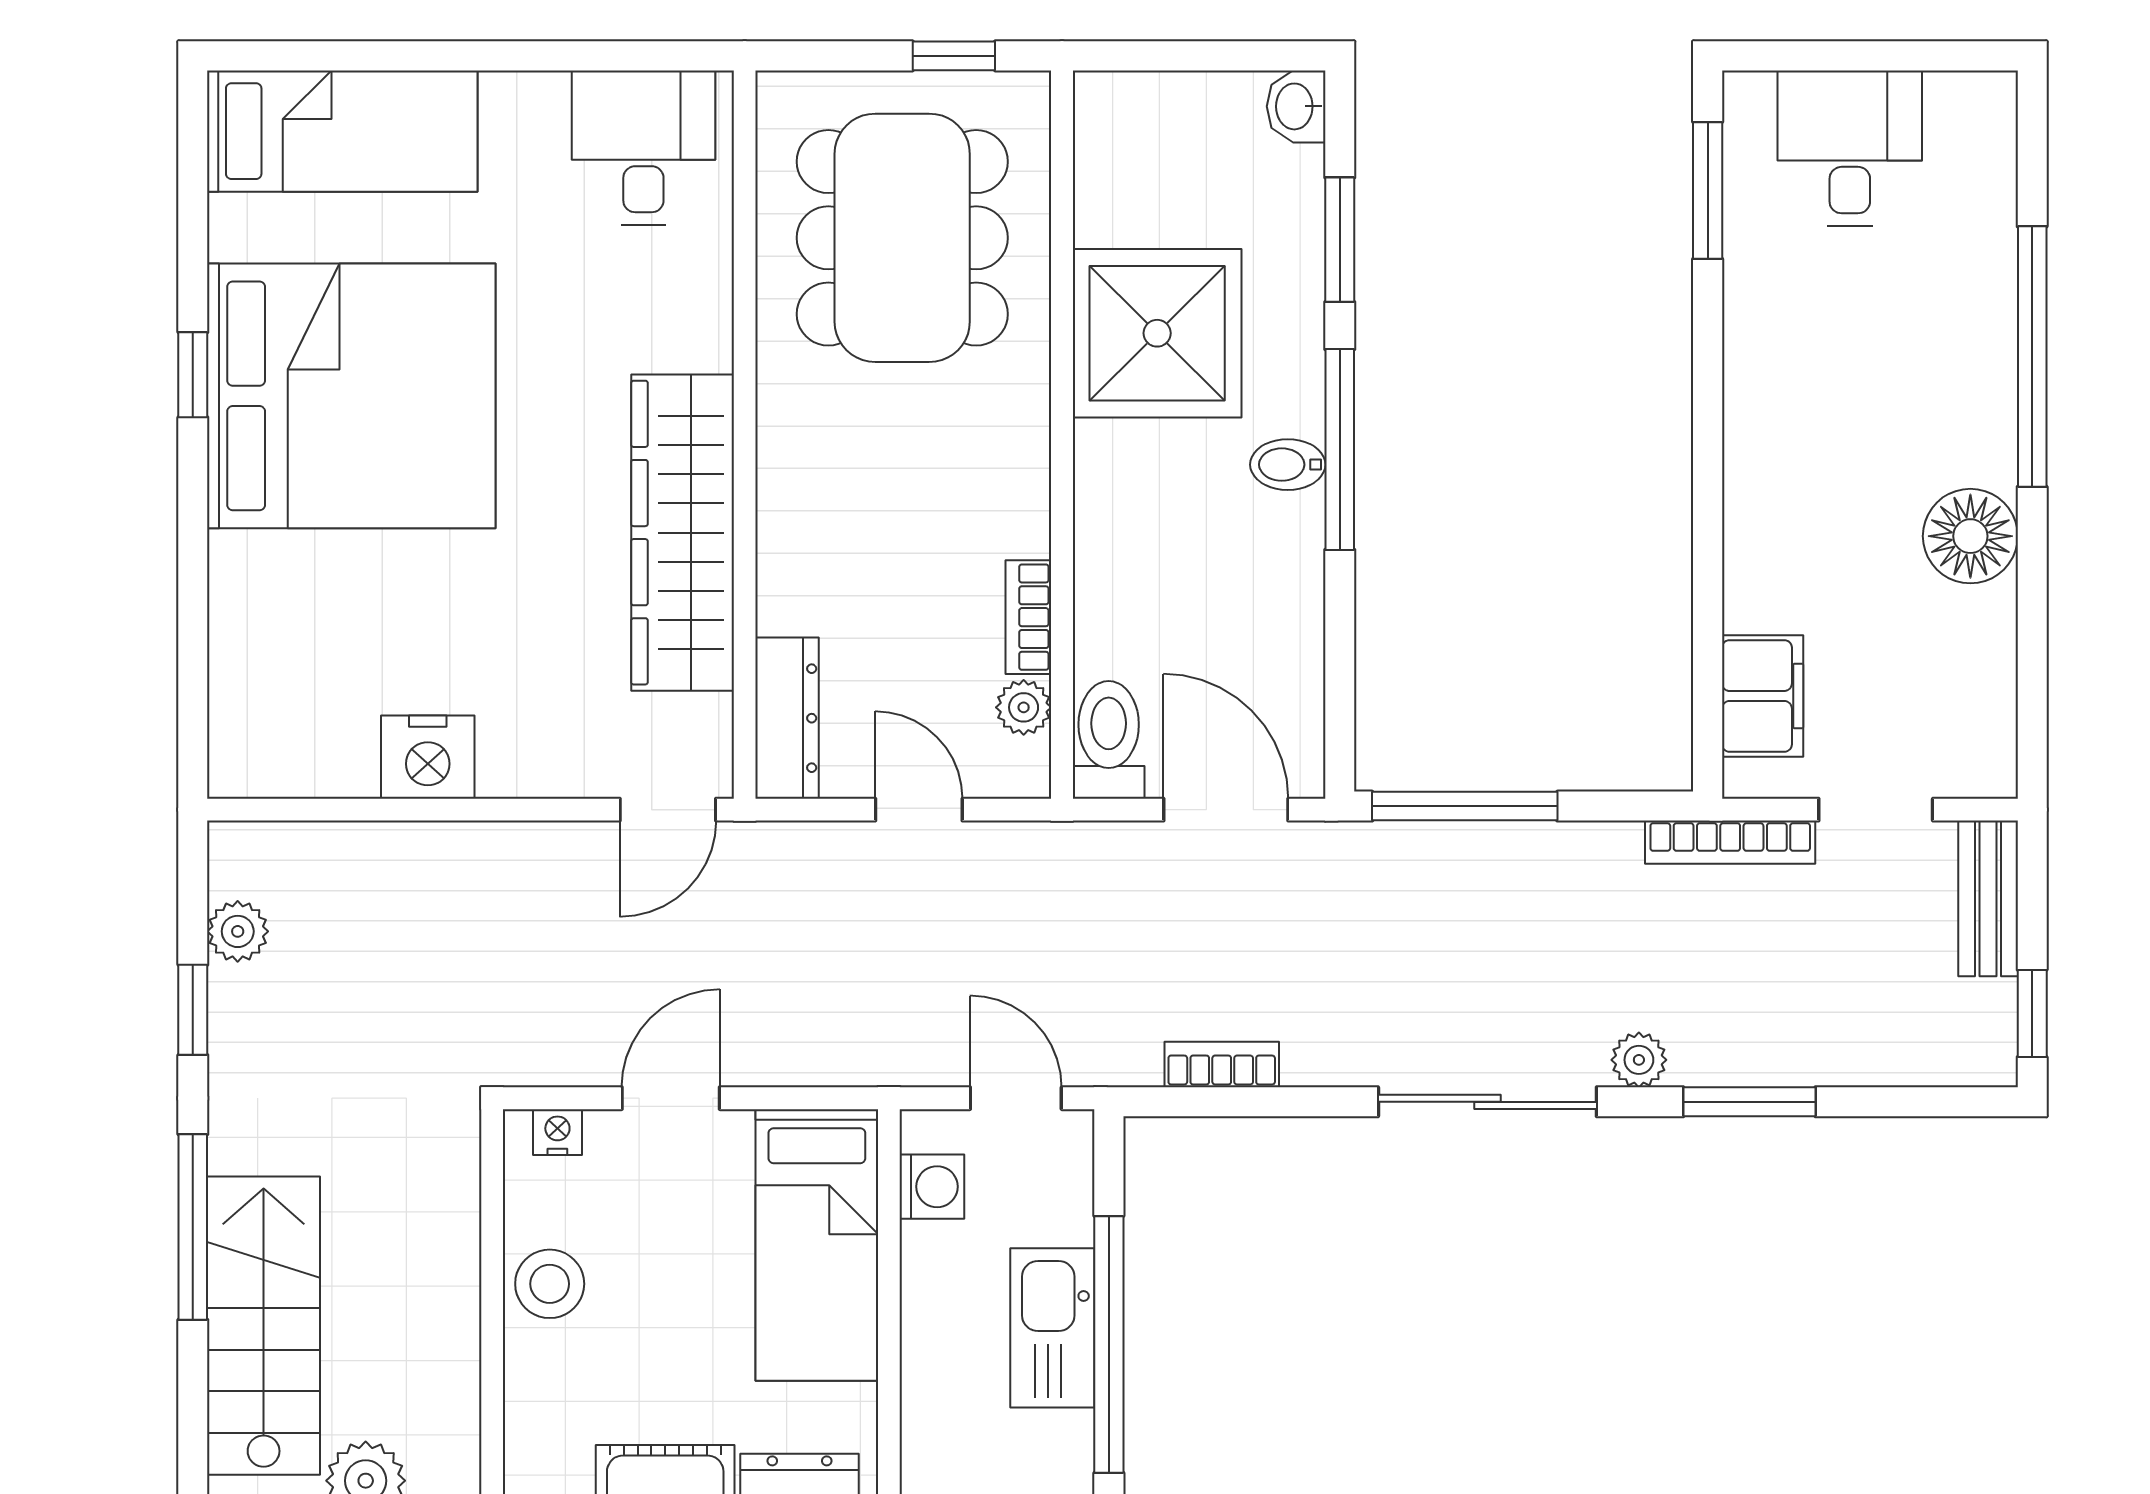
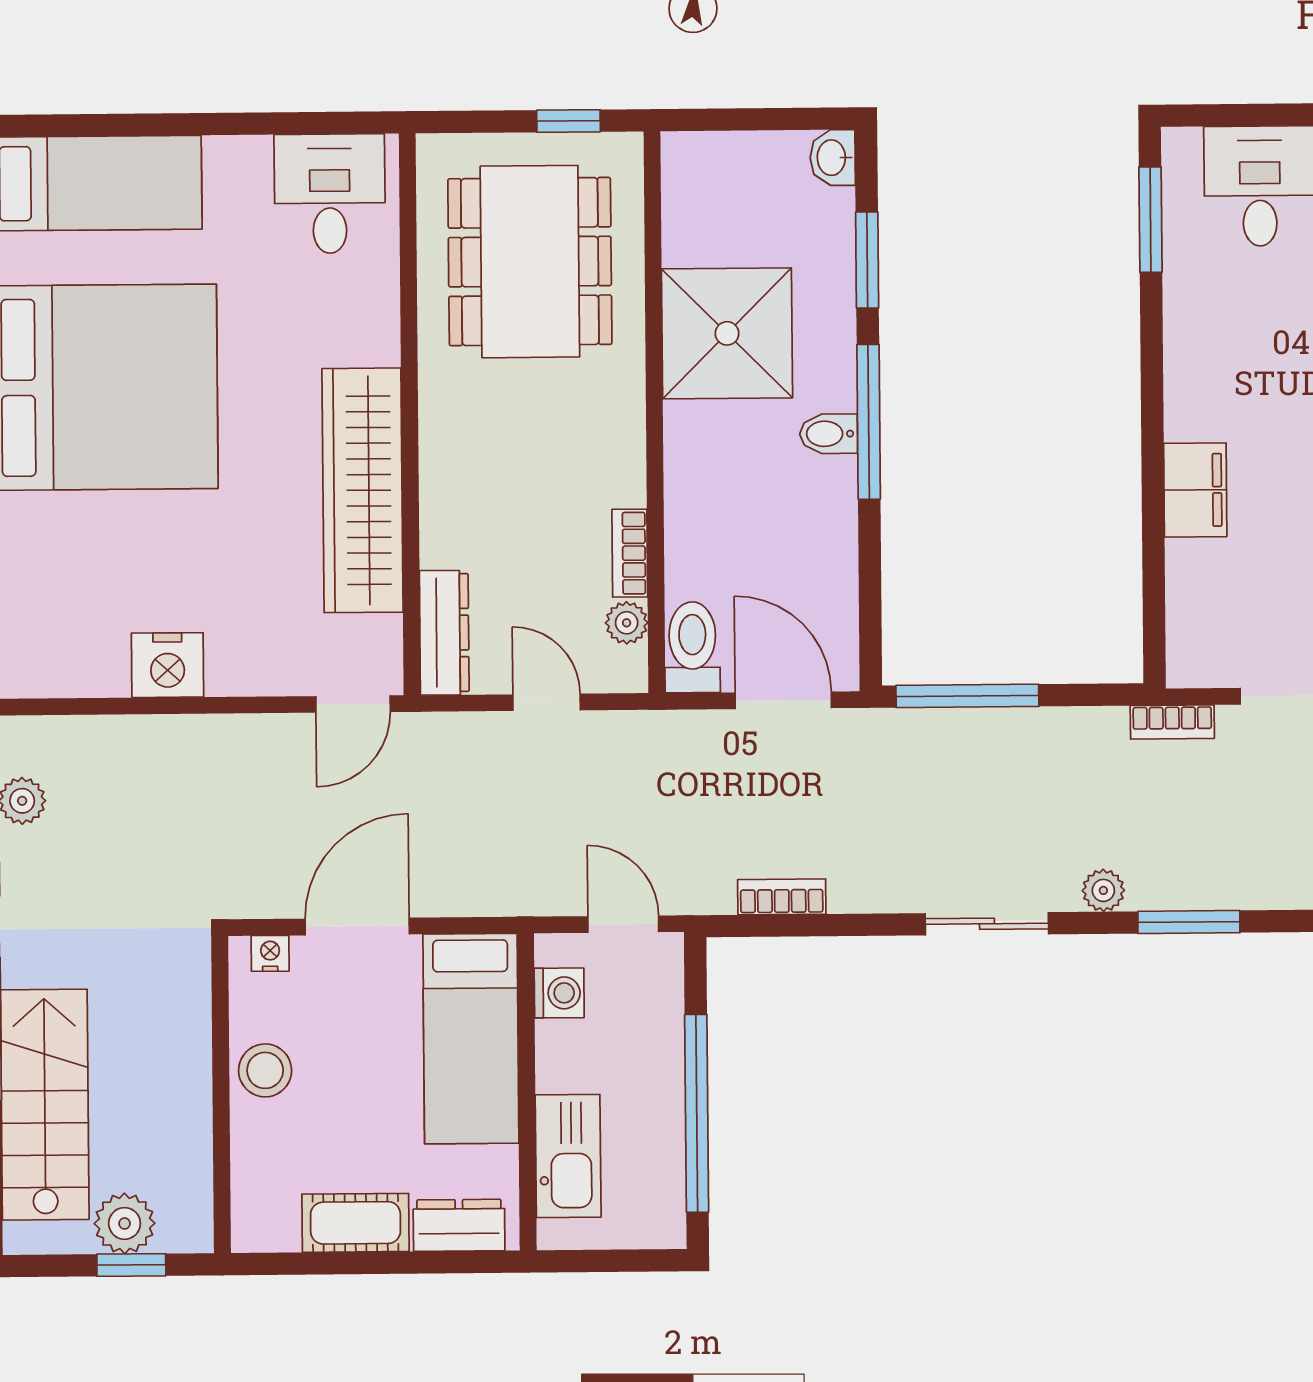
filing cabinet: (1763, 696) -> (1195, 490), moved
bookcase: (1730, 842) -> (1172, 722), width x0.64
door: (671, 1098) -> (357, 926), width x1.38
sliding door: (1487, 1102) -> (987, 924), width x0.73
kitchen sink: (1052, 1328) -> (568, 1156), moved, turned 180

